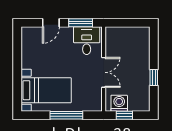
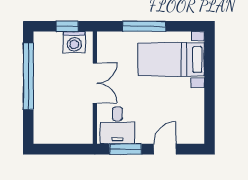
double door: (104, 72) -> (95, 83), swing flipped
window: (154, 77) -> (28, 76), width x3.17

